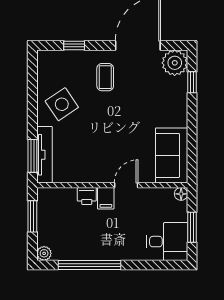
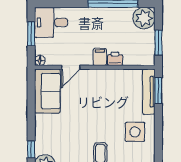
side table: (62, 104) -> (135, 132), turned 34
door: (126, 185) -> (71, 67), moved
plant: (44, 253) -> (144, 18), width x1.87, depth x1.87

